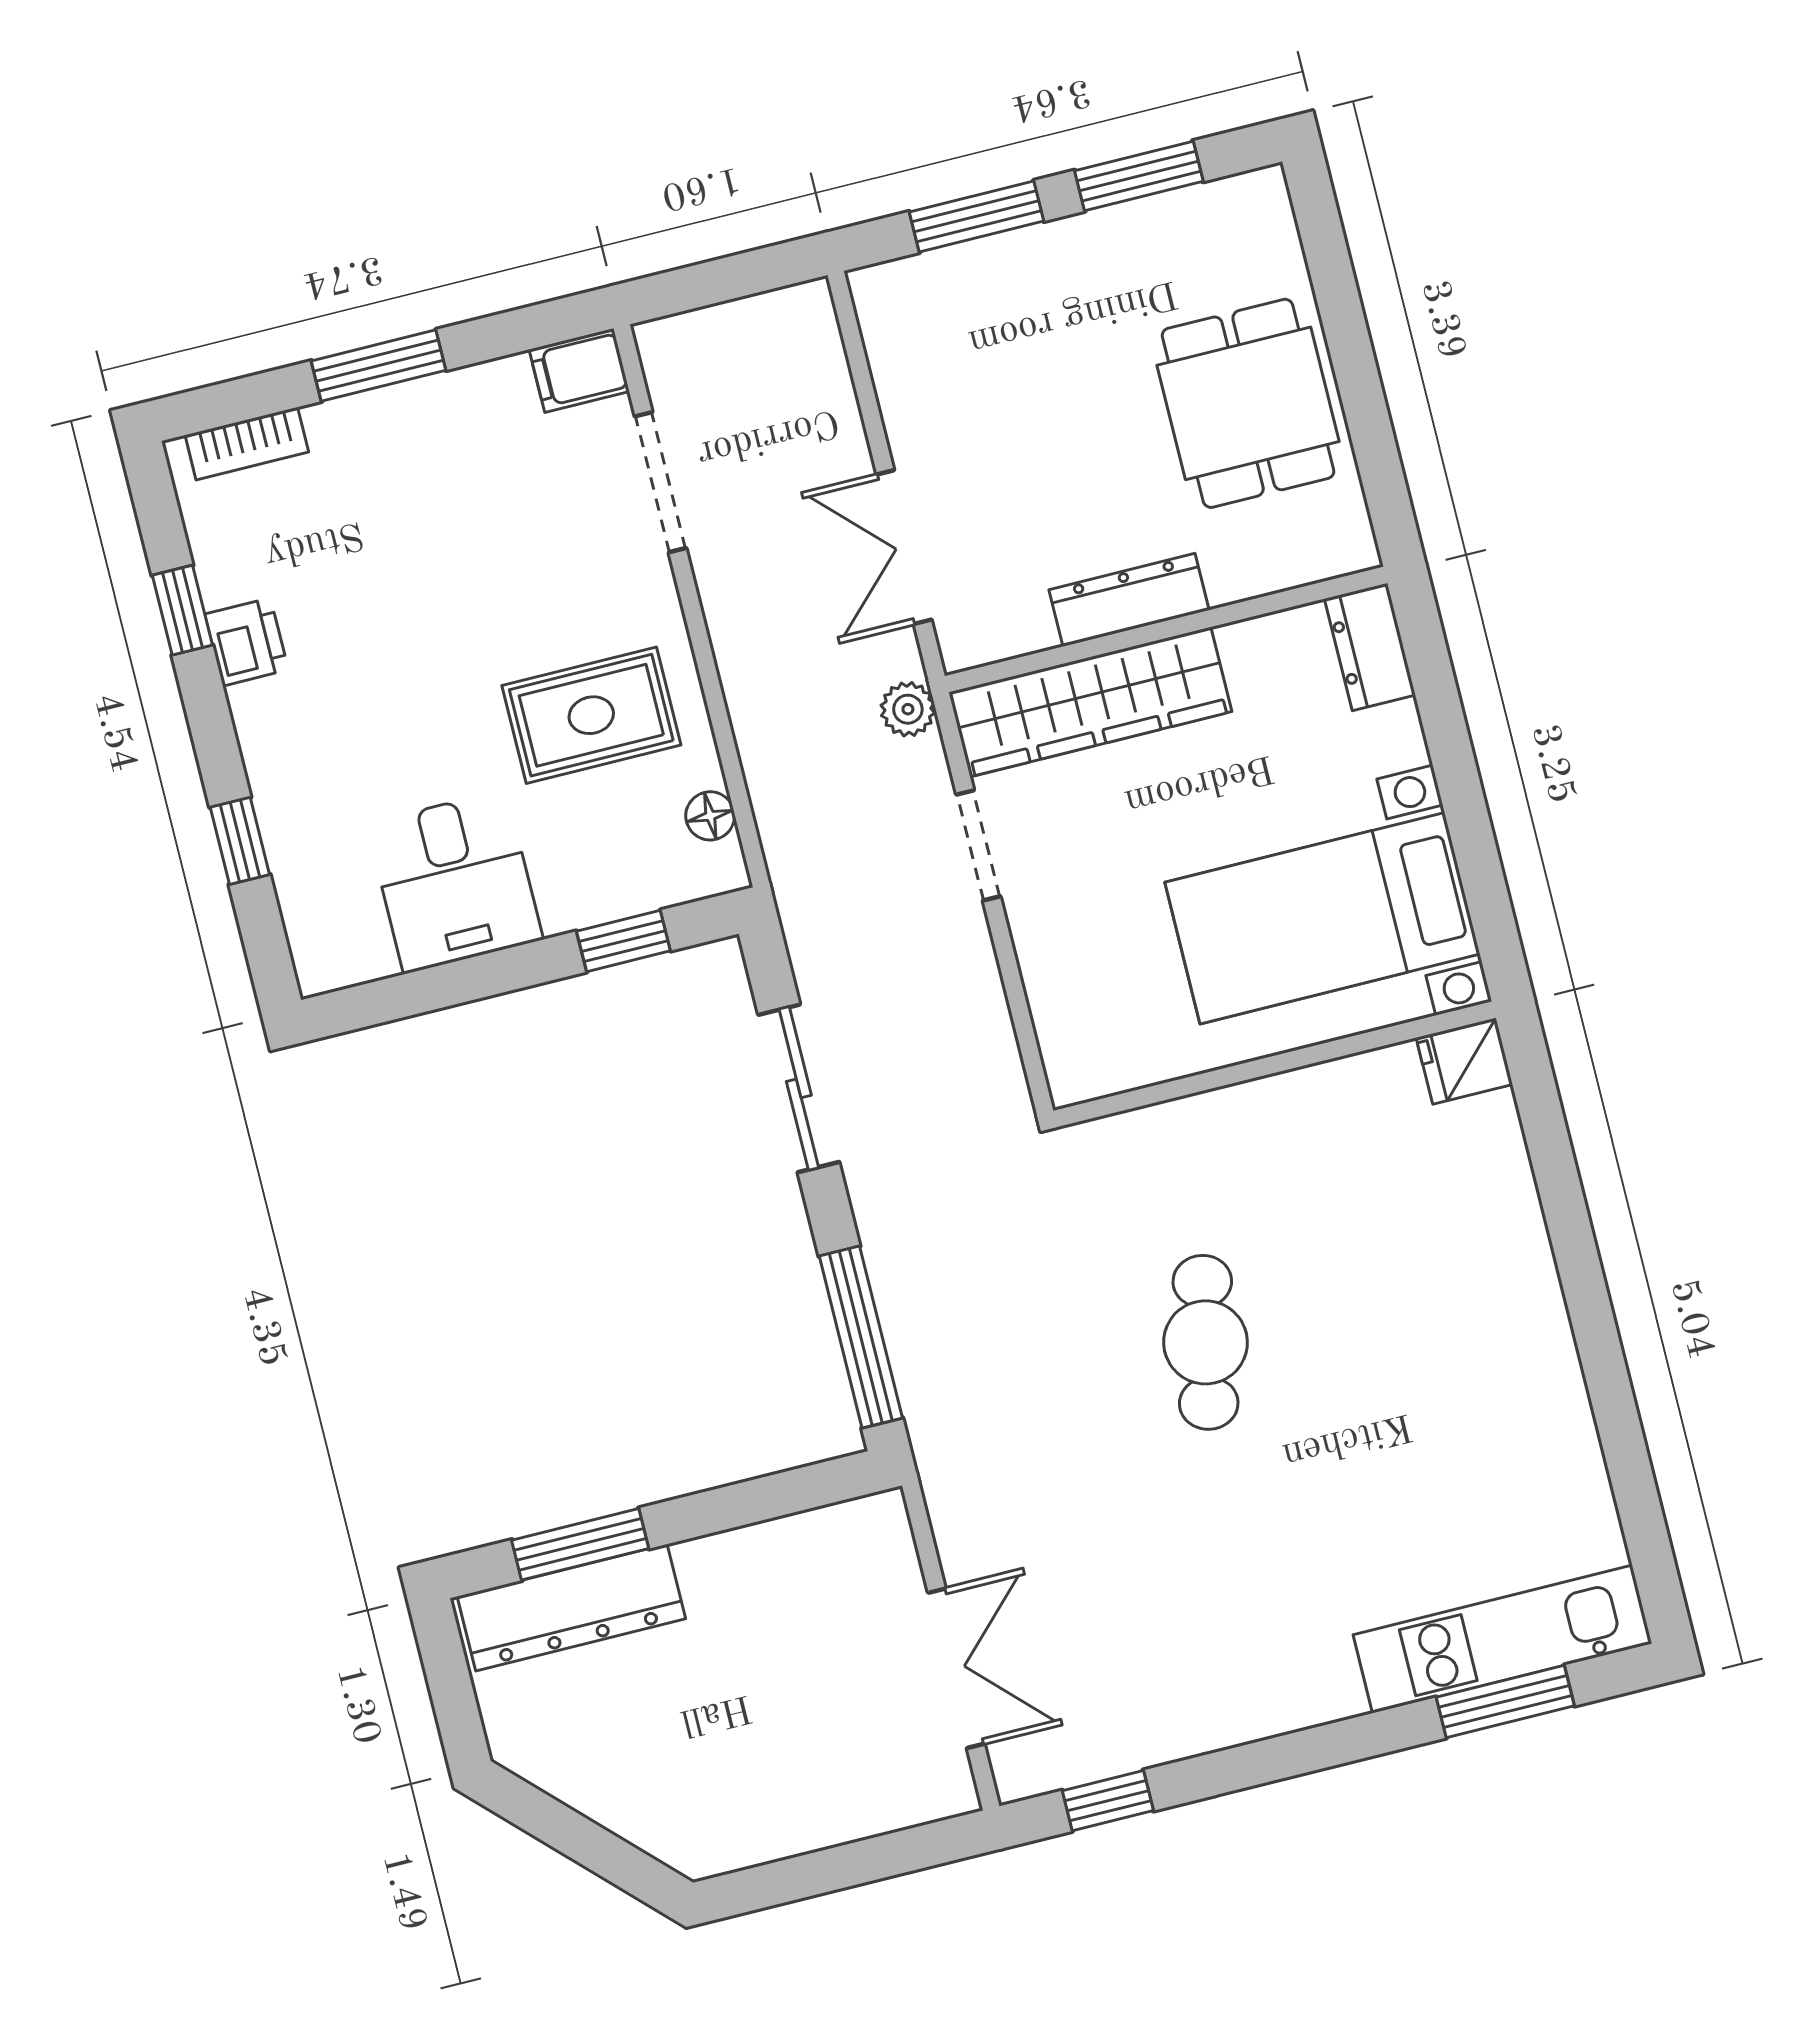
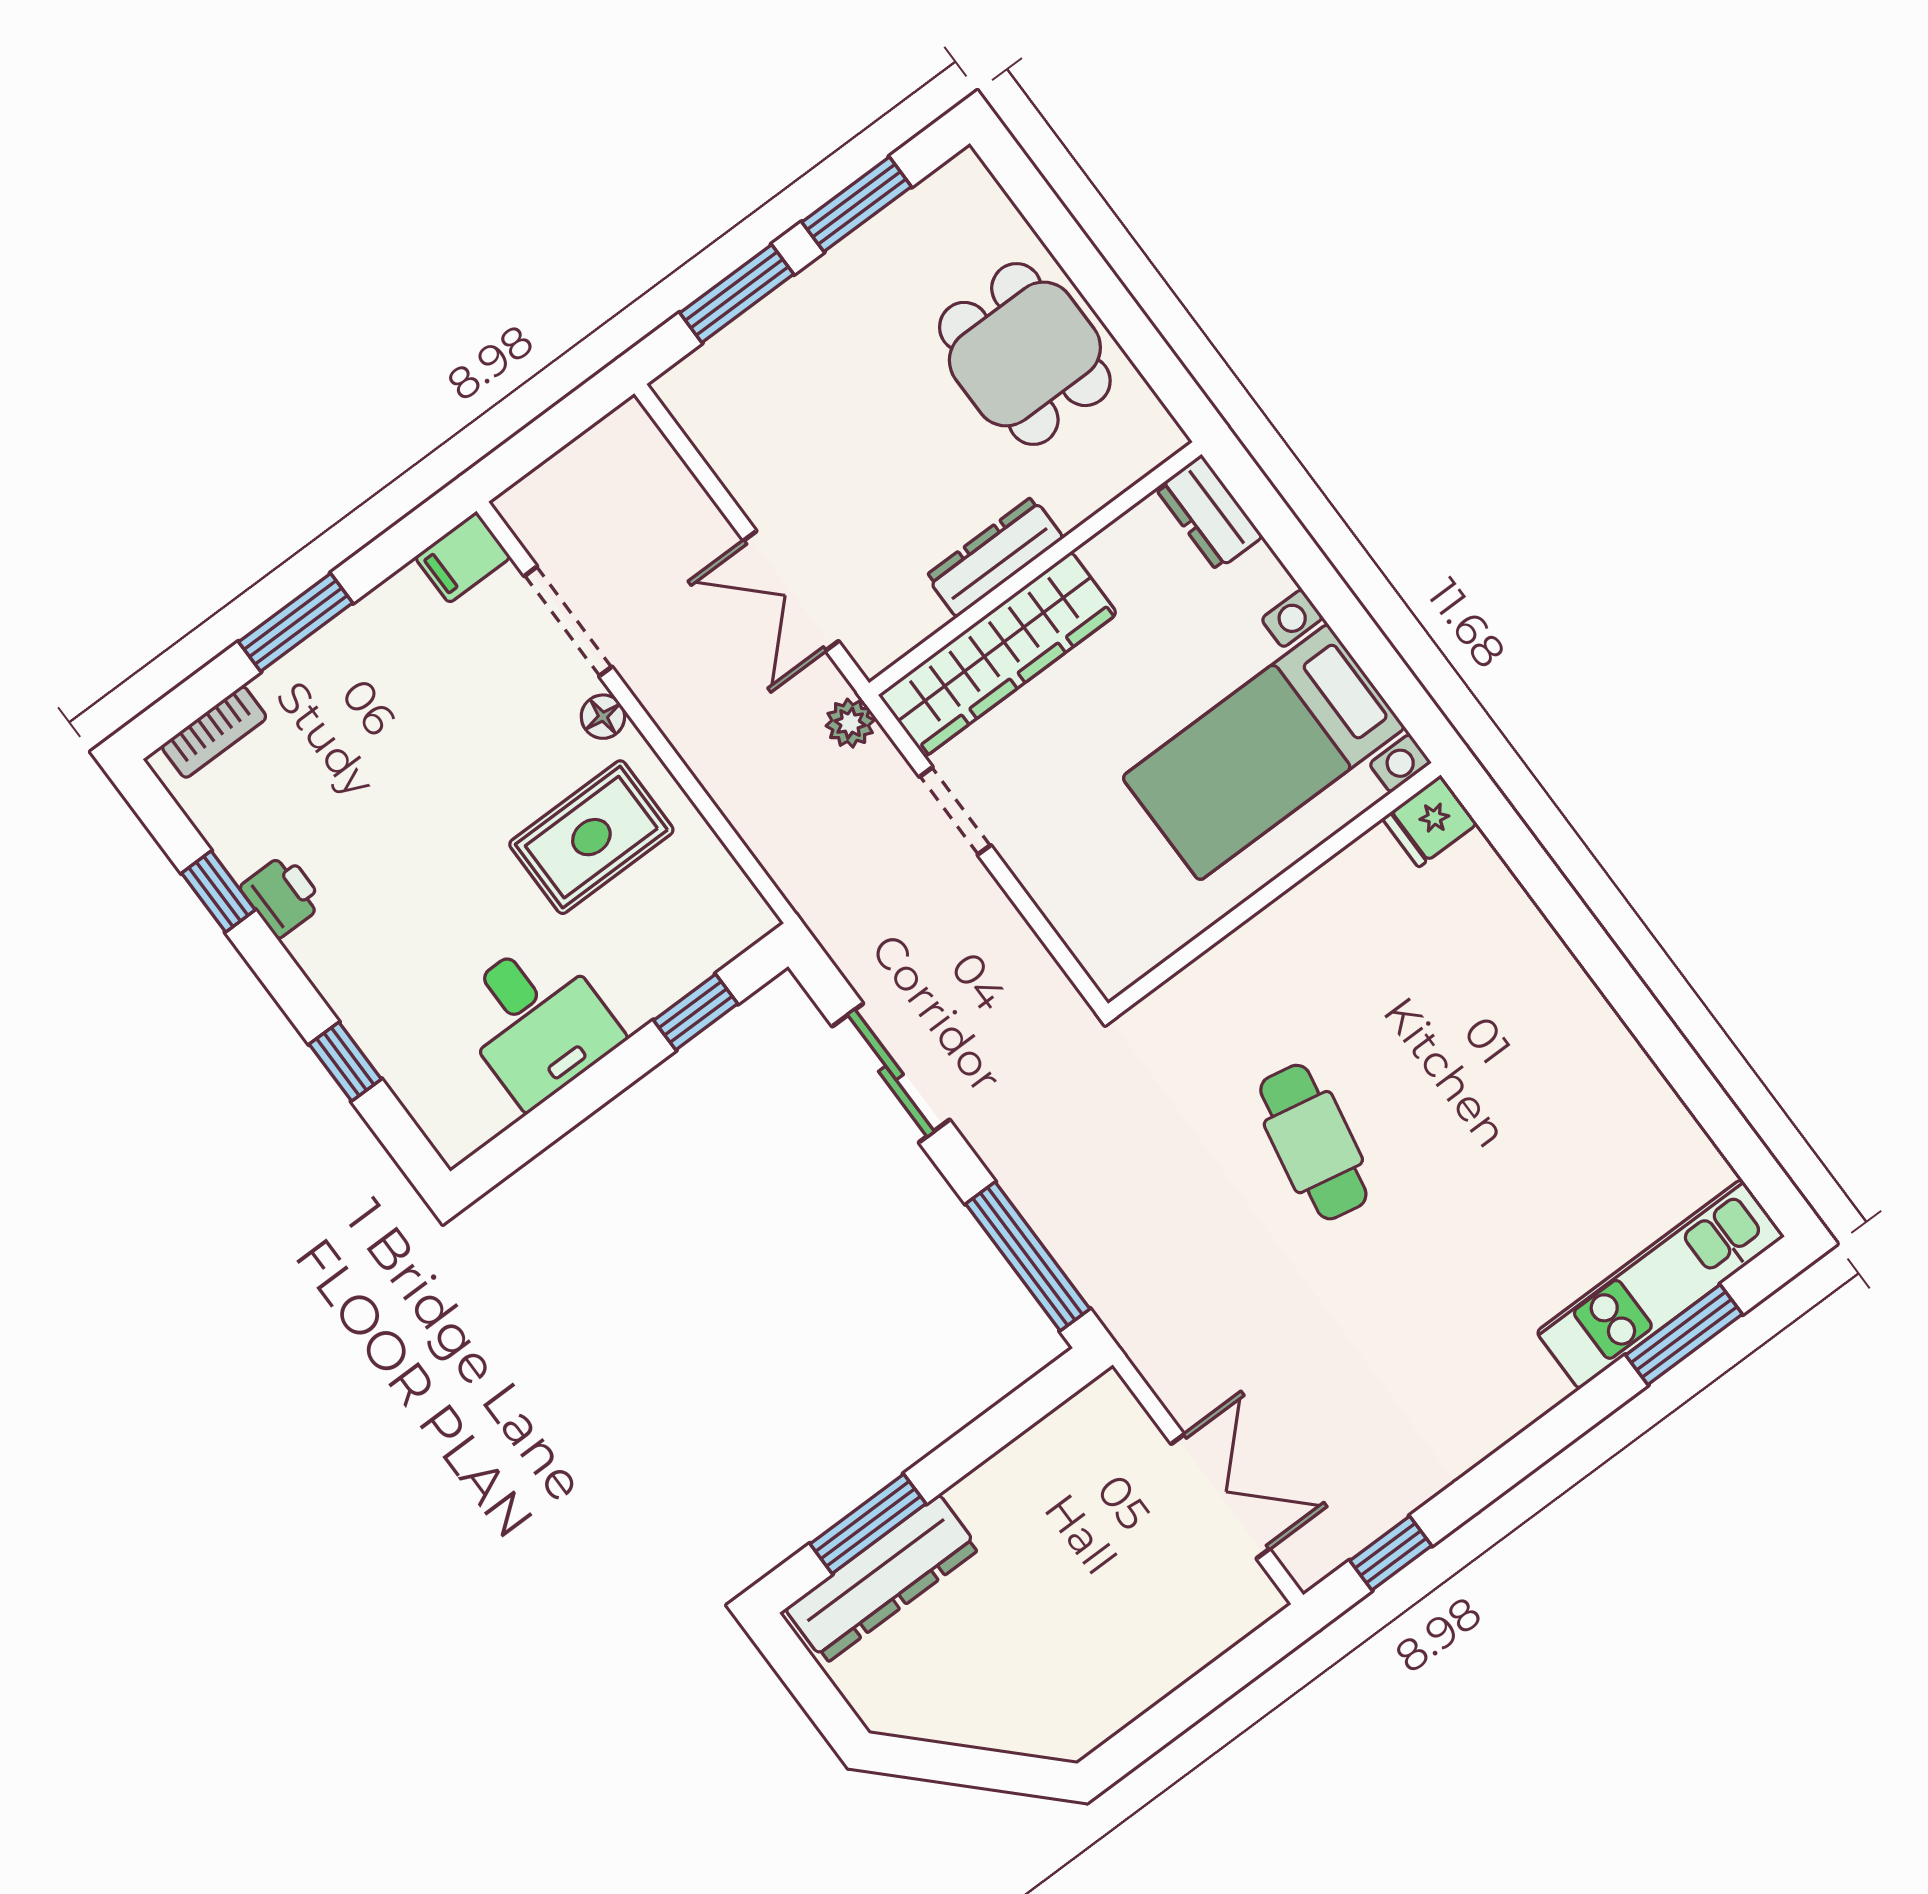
floor lamp: (710, 816) -> (603, 717), moved

